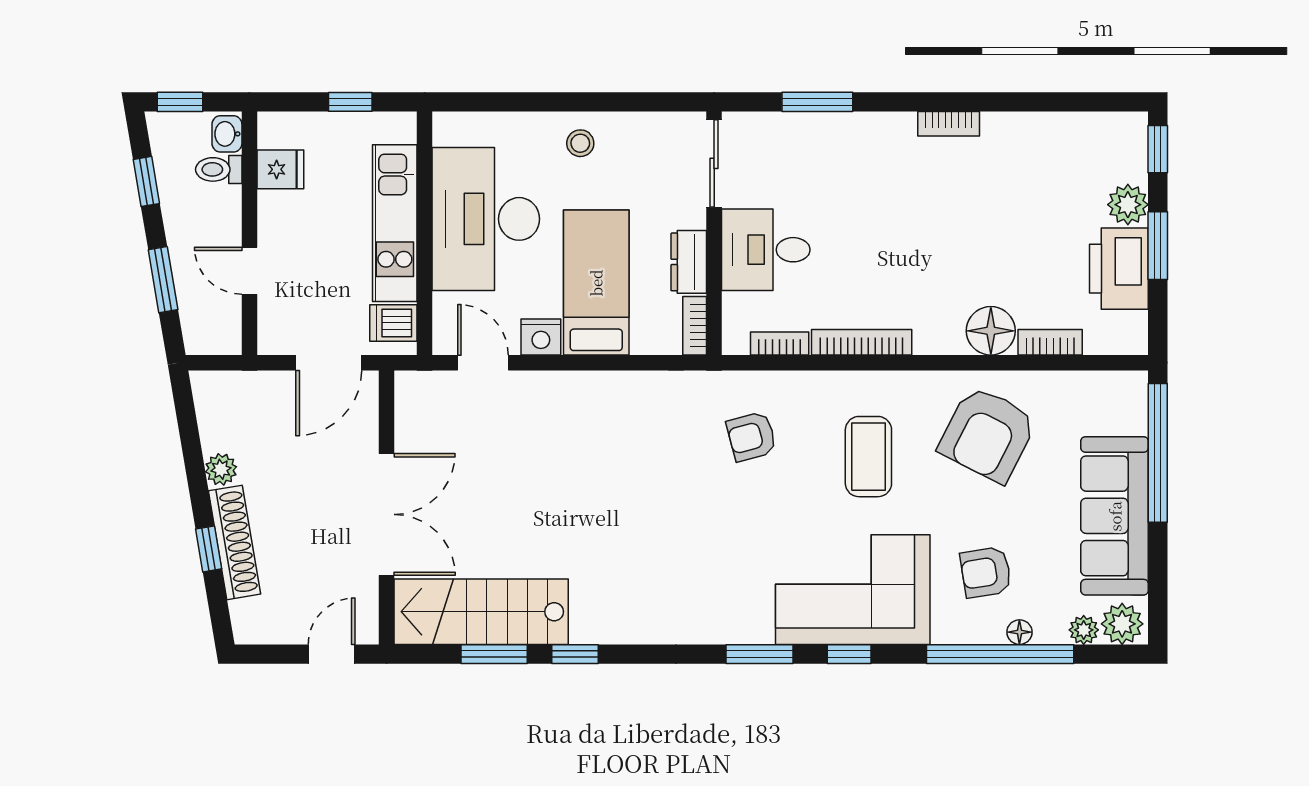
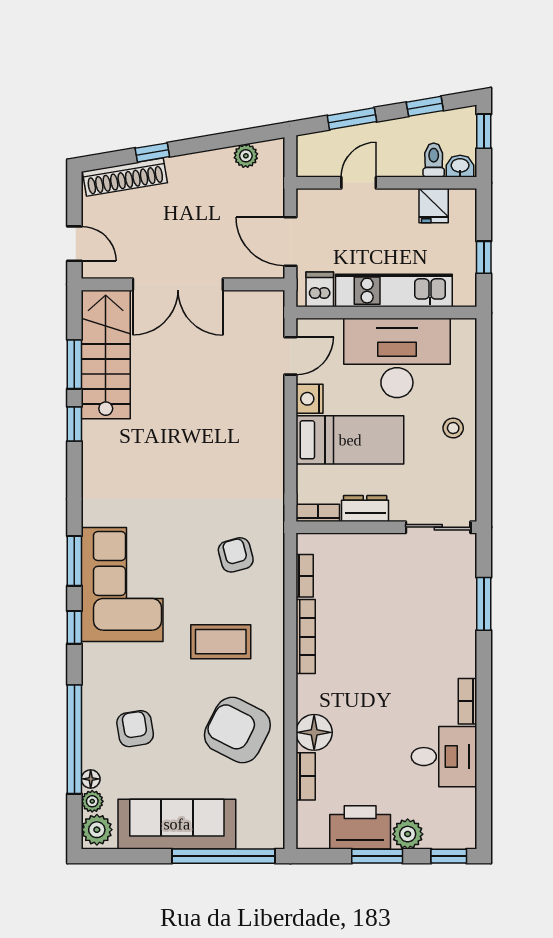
desk: (766, 250) -> (444, 757), moved, turned 90
plant: (221, 469) -> (246, 156), moved
shoe rack: (235, 542) -> (125, 177), moved
corner sofa: (853, 590) -> (122, 585), moved
floor lamp: (1019, 632) -> (91, 779), moved

